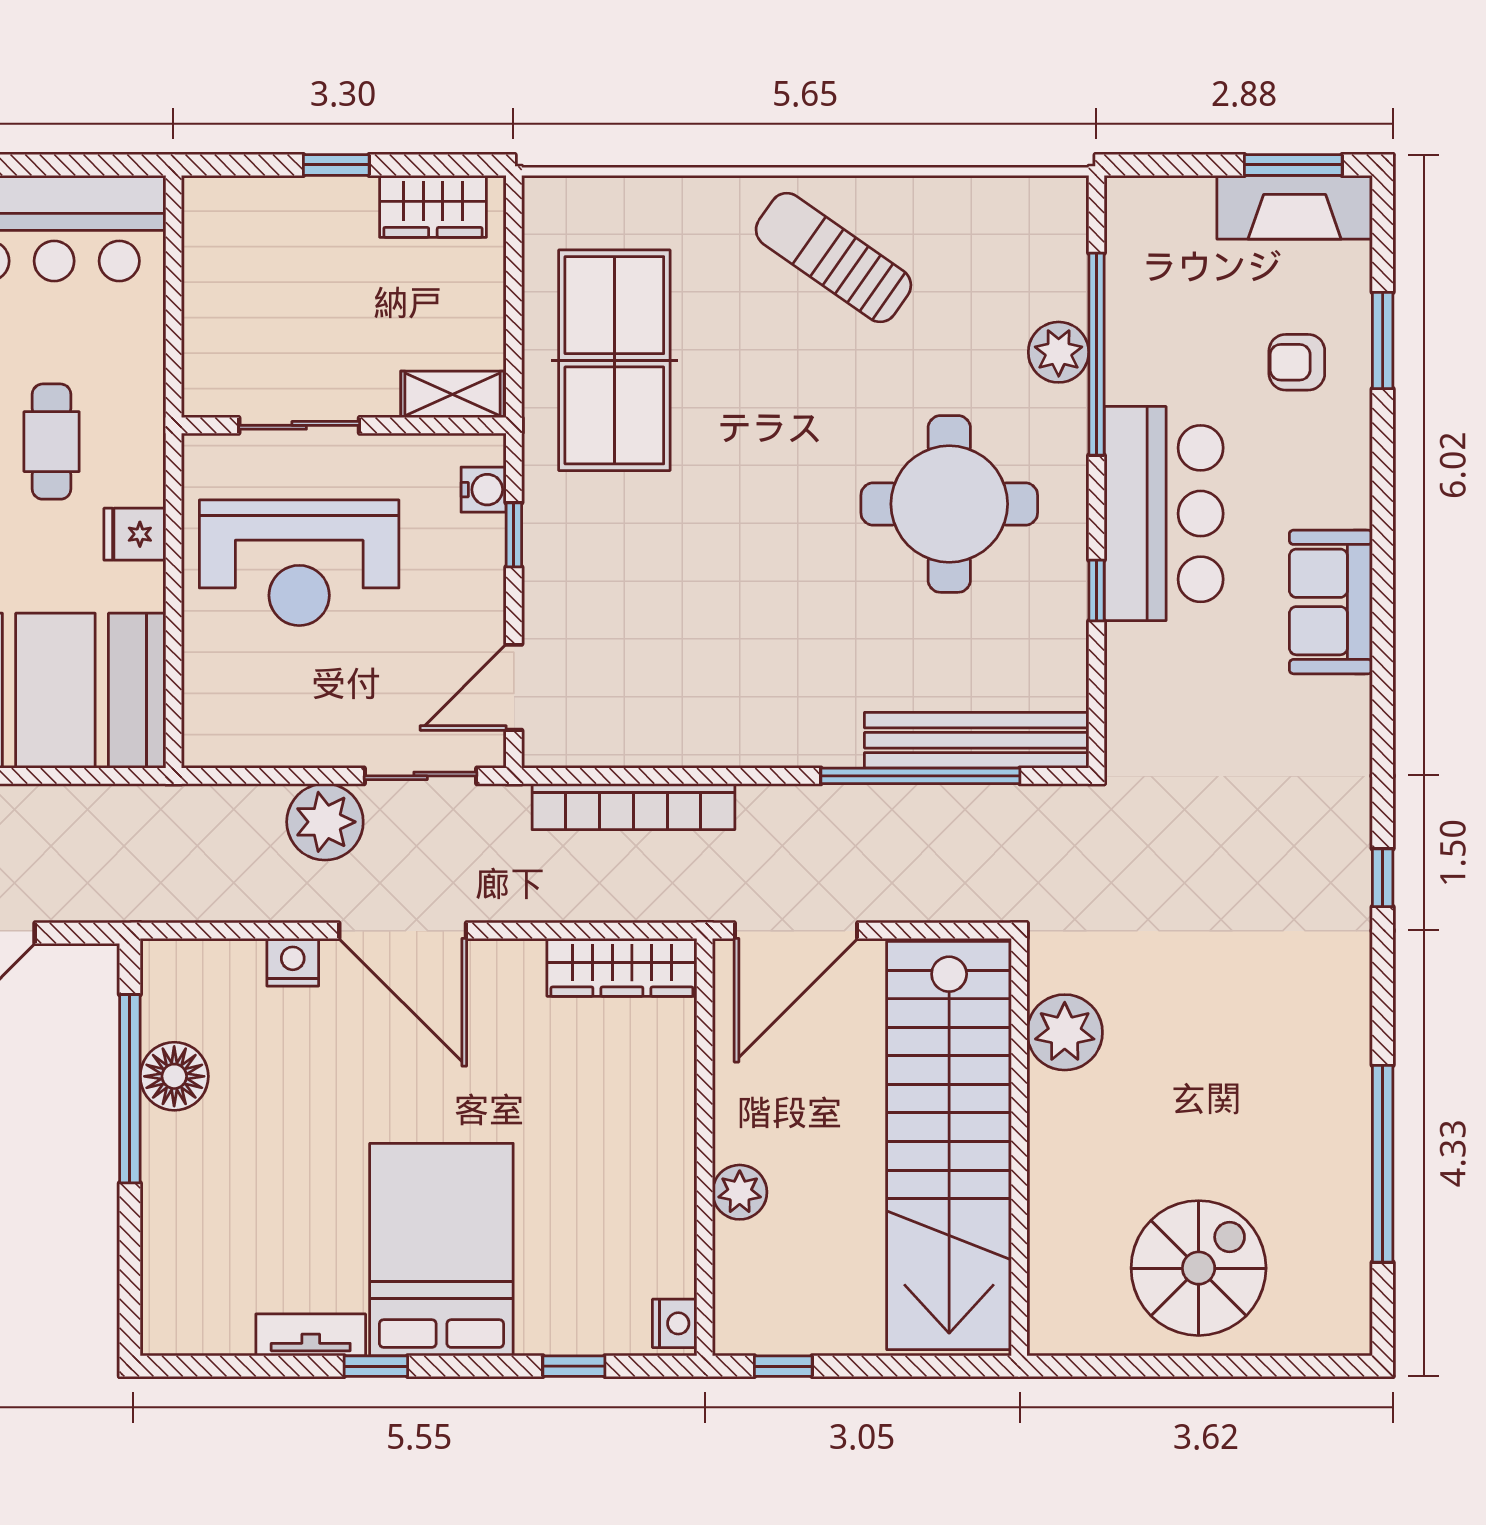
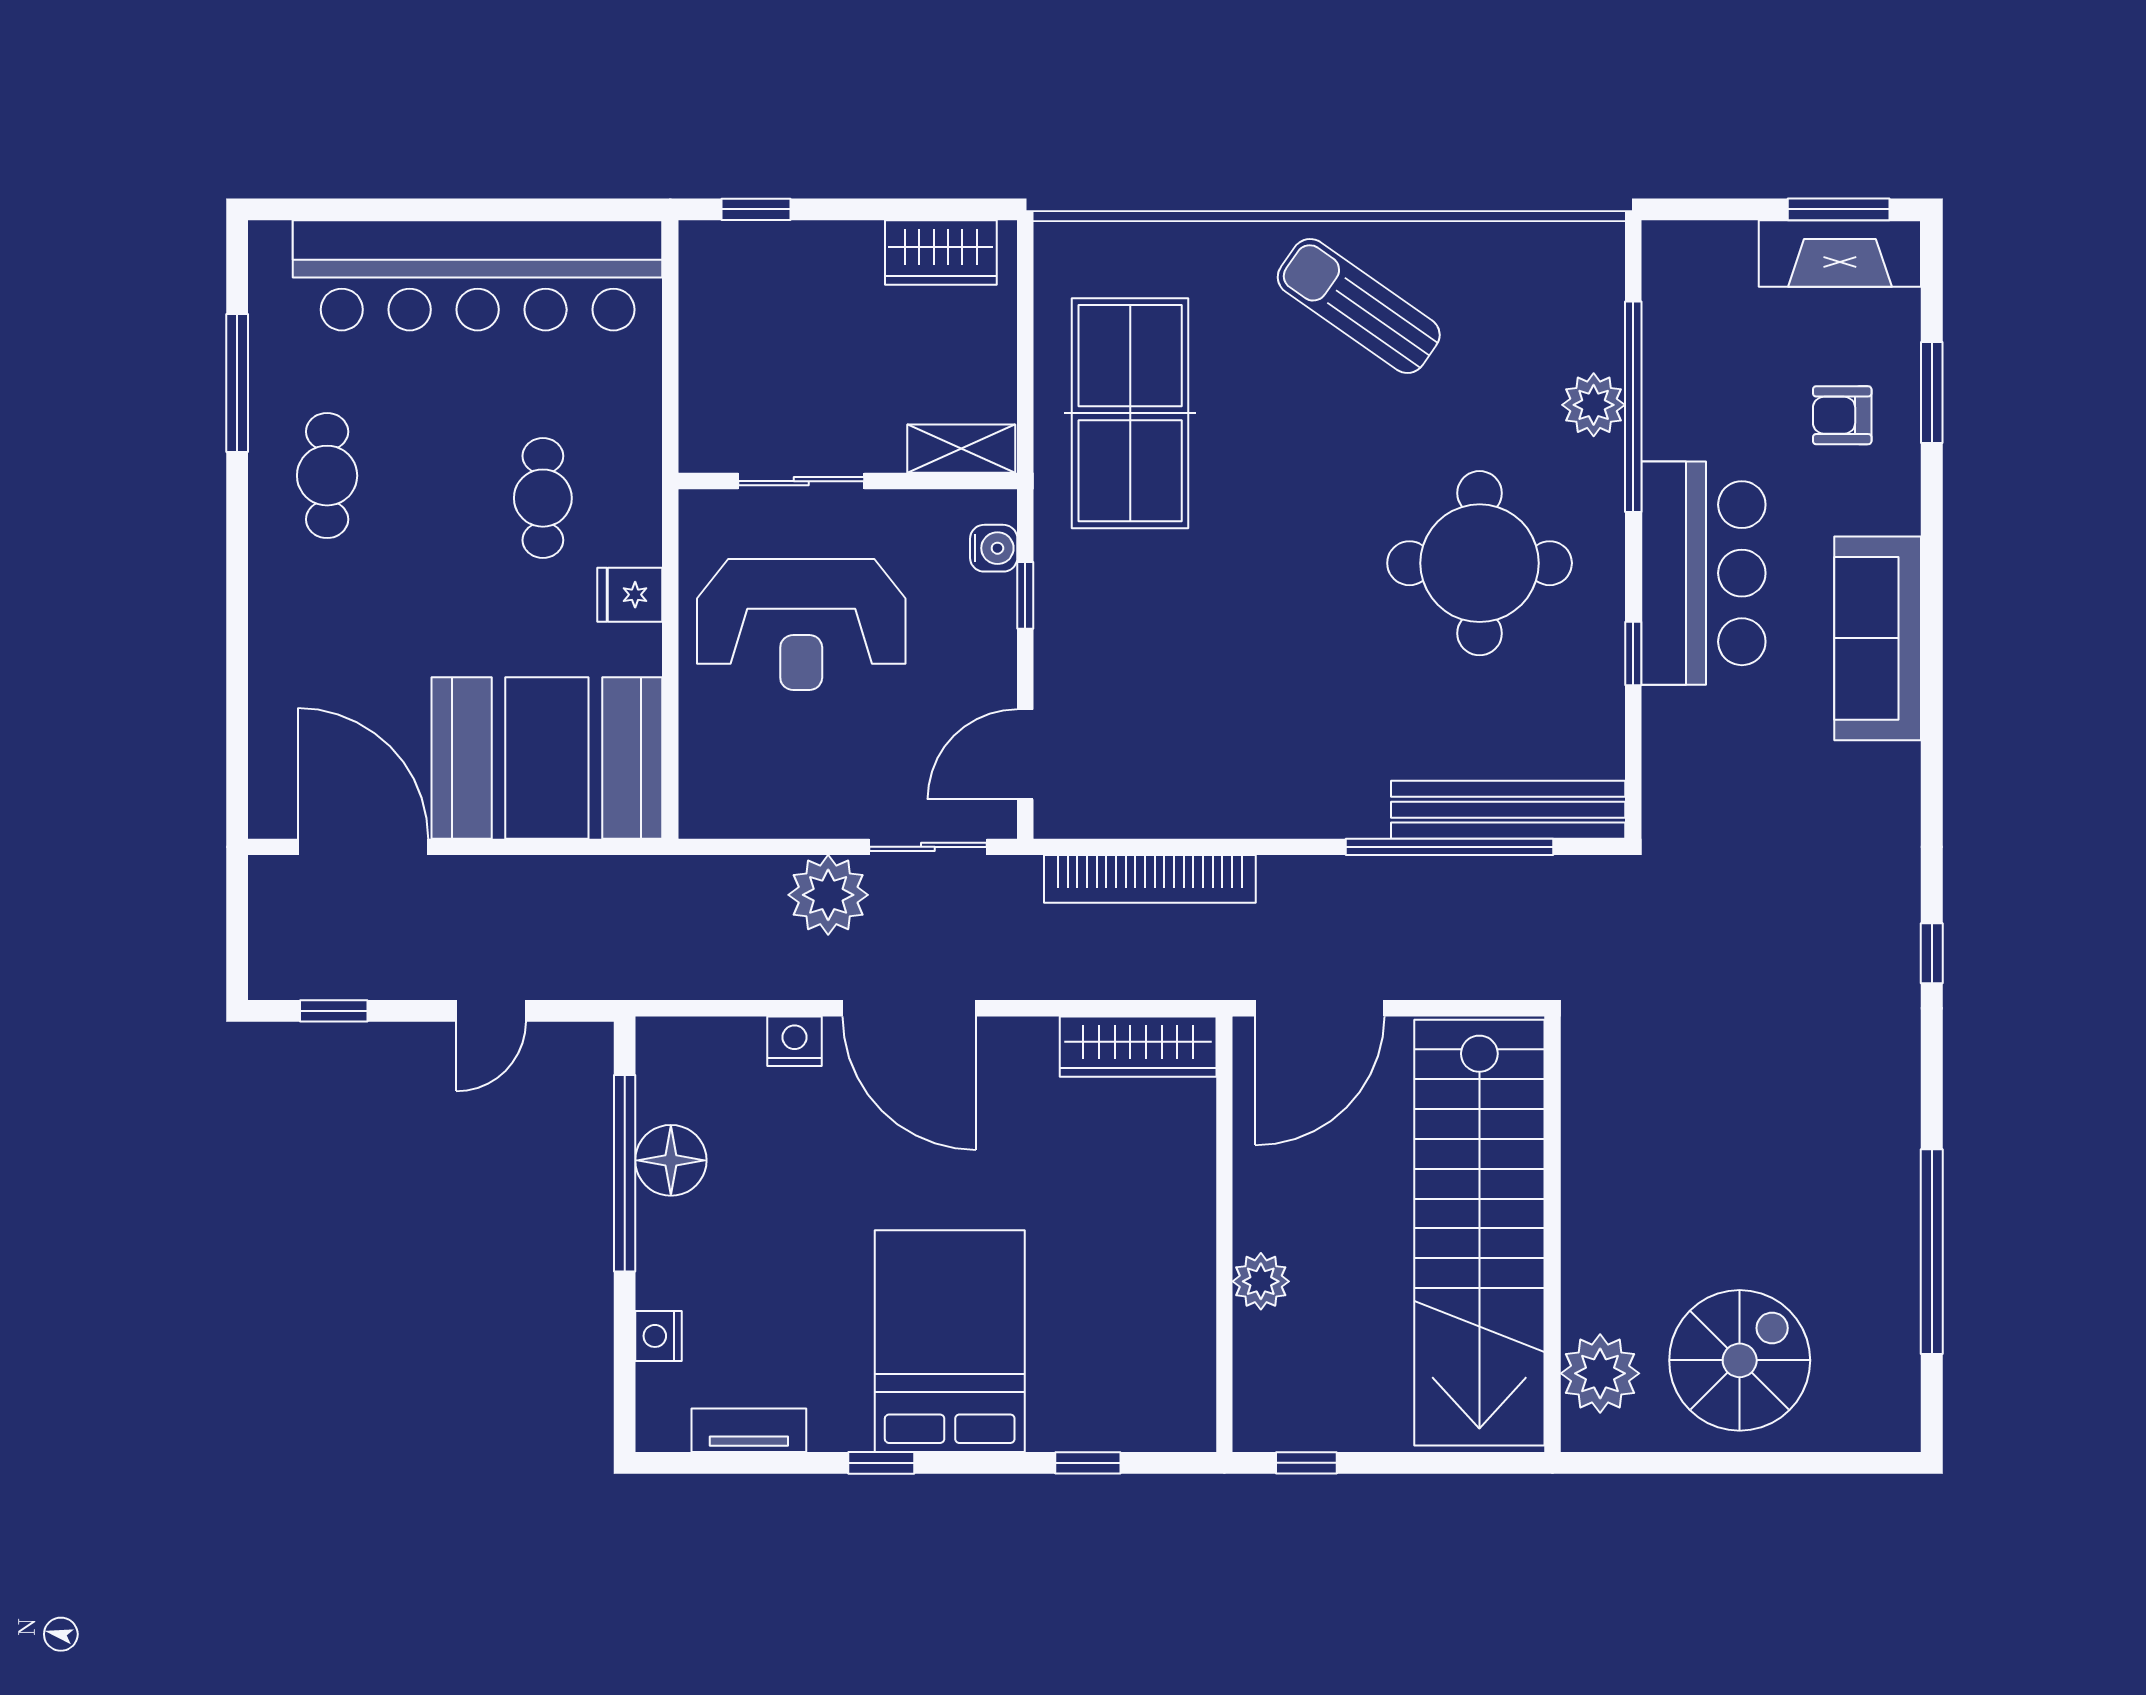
window: (336, 165) -> (756, 209), moved
sofa: (1331, 602) -> (1878, 638), width x1.36
plant: (1065, 1032) -> (1600, 1373), moved
nightstand: (675, 1323) -> (659, 1336), moved, turned 180
tv unit: (311, 1335) -> (749, 1430), moved

